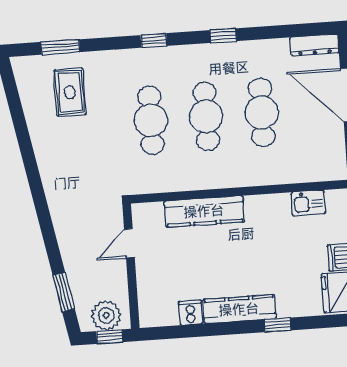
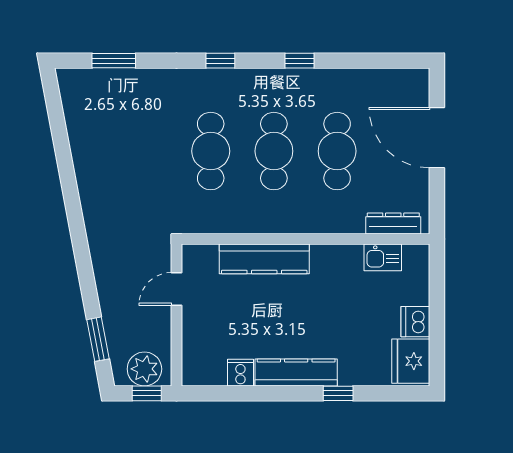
dresser: (314, 45) -> (393, 223), moved, turned 180
rug: (70, 92) -> (121, 113), removed

